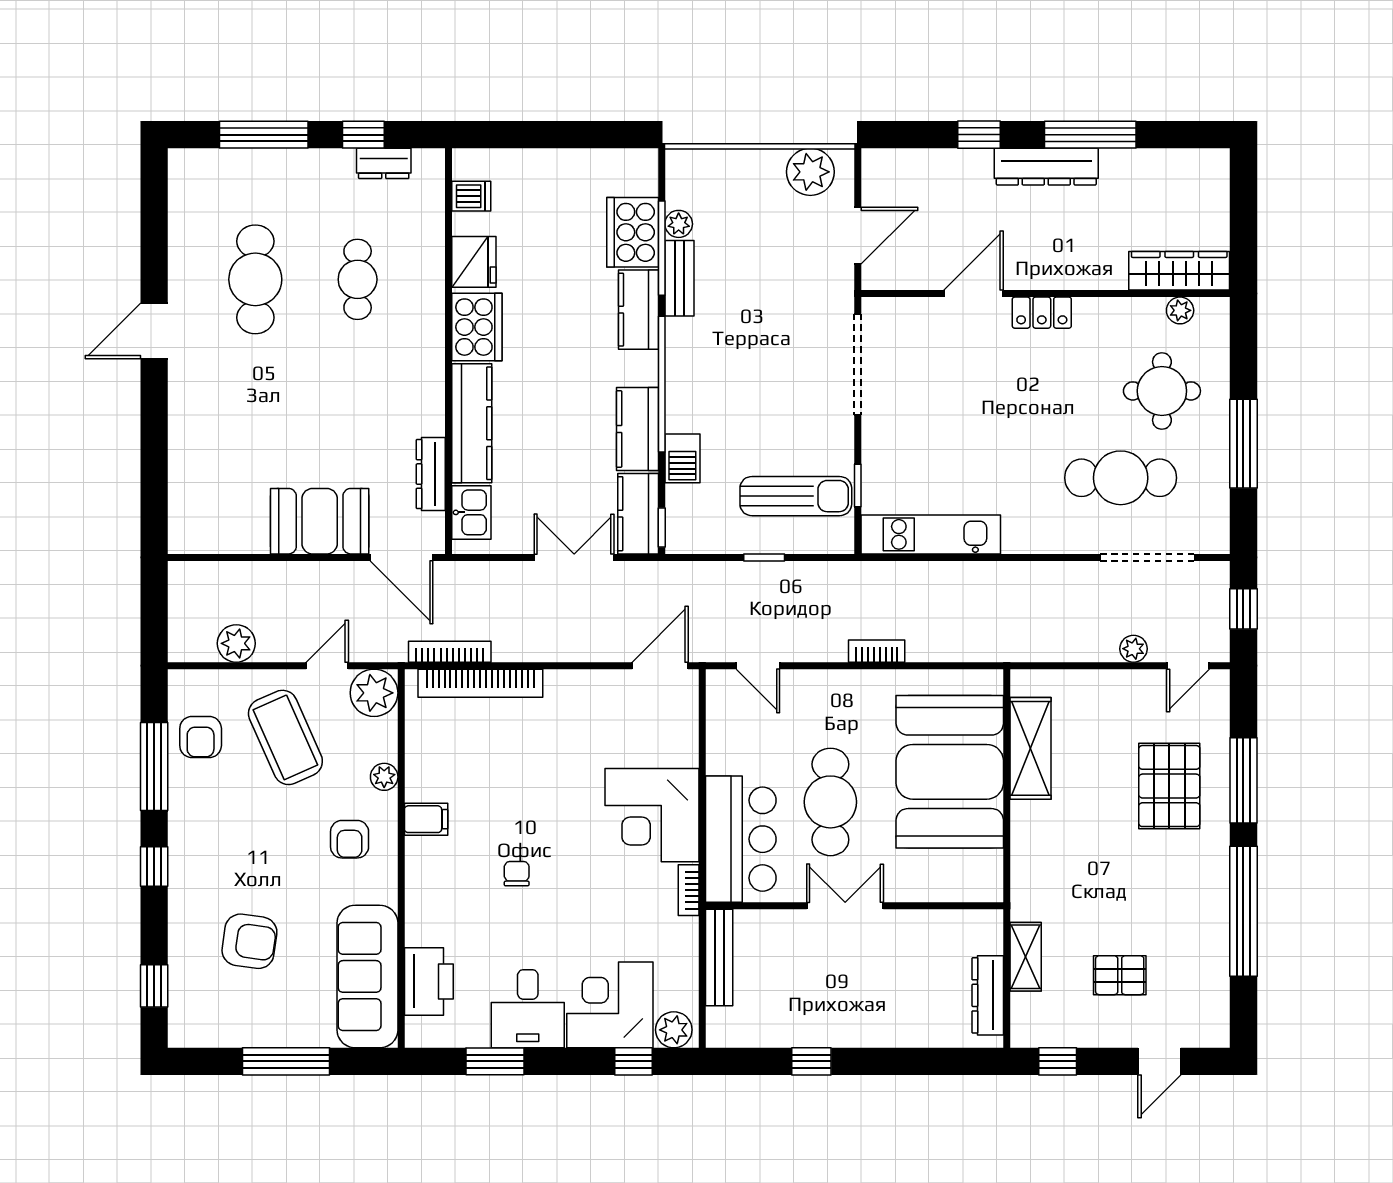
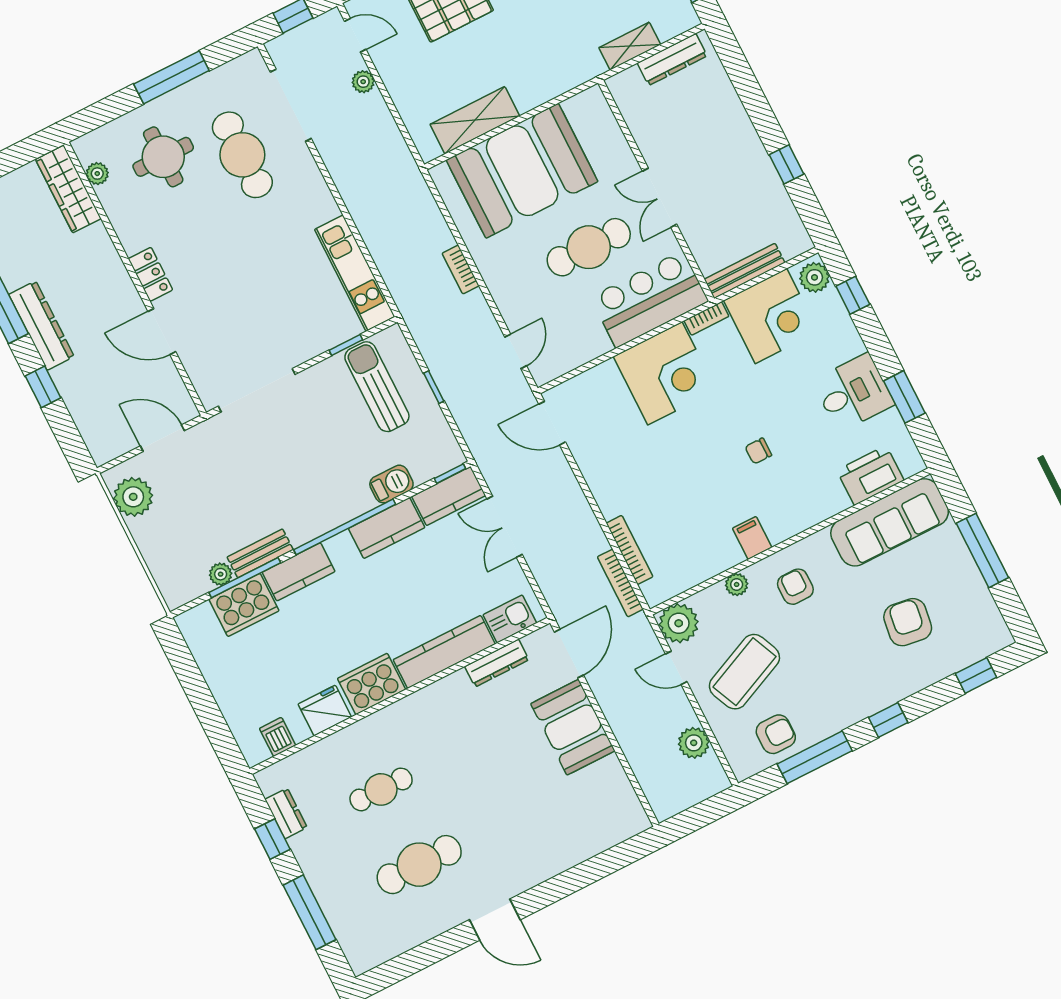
bookcase: (480, 683) -> (629, 550), width x0.68, depth x0.76
armchair: (350, 839) -> (795, 587), turned -90
corner desk: (610, 1005) -> (771, 316), moved, turned -90

